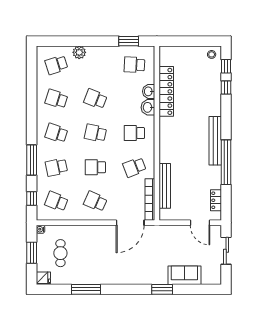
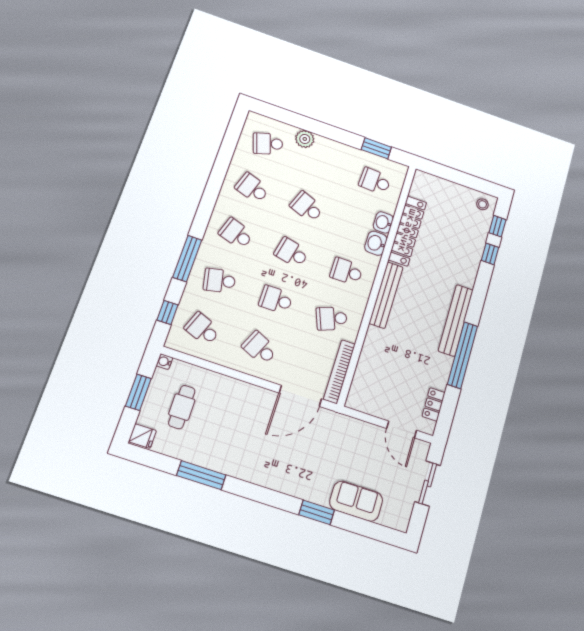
bench: (165, 186) -> (386, 295), moved

